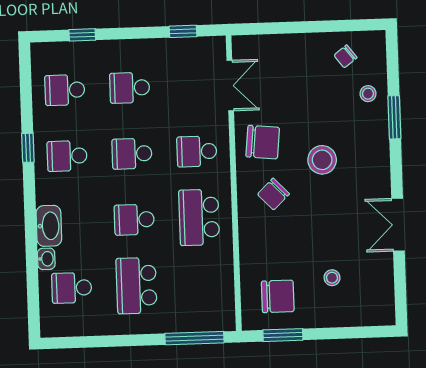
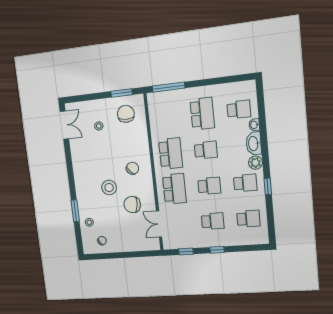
window: (82, 35) -> (217, 250), moved
chair: (263, 142) -> (132, 205), moved
school desk: (197, 151) -> (174, 189), width x1.85
plant: (47, 192) -> (255, 163), added
double door: (398, 225) -> (64, 125), moved
chair: (278, 296) -> (126, 114), turned 90

